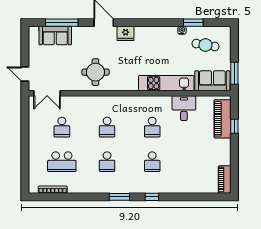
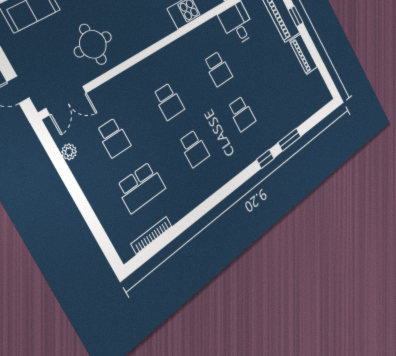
round table: (95, 72) -> (93, 44), moved
plant: (33, 120) -> (69, 152), added
piano: (225, 179) -> (304, 54), moved
window: (119, 197) -> (289, 140), moved

